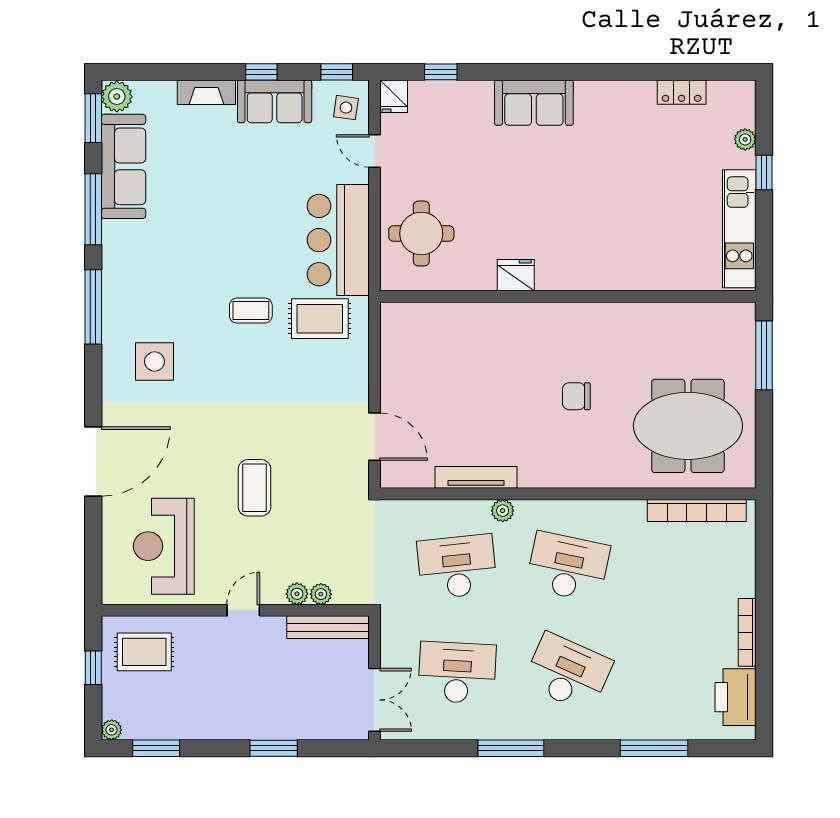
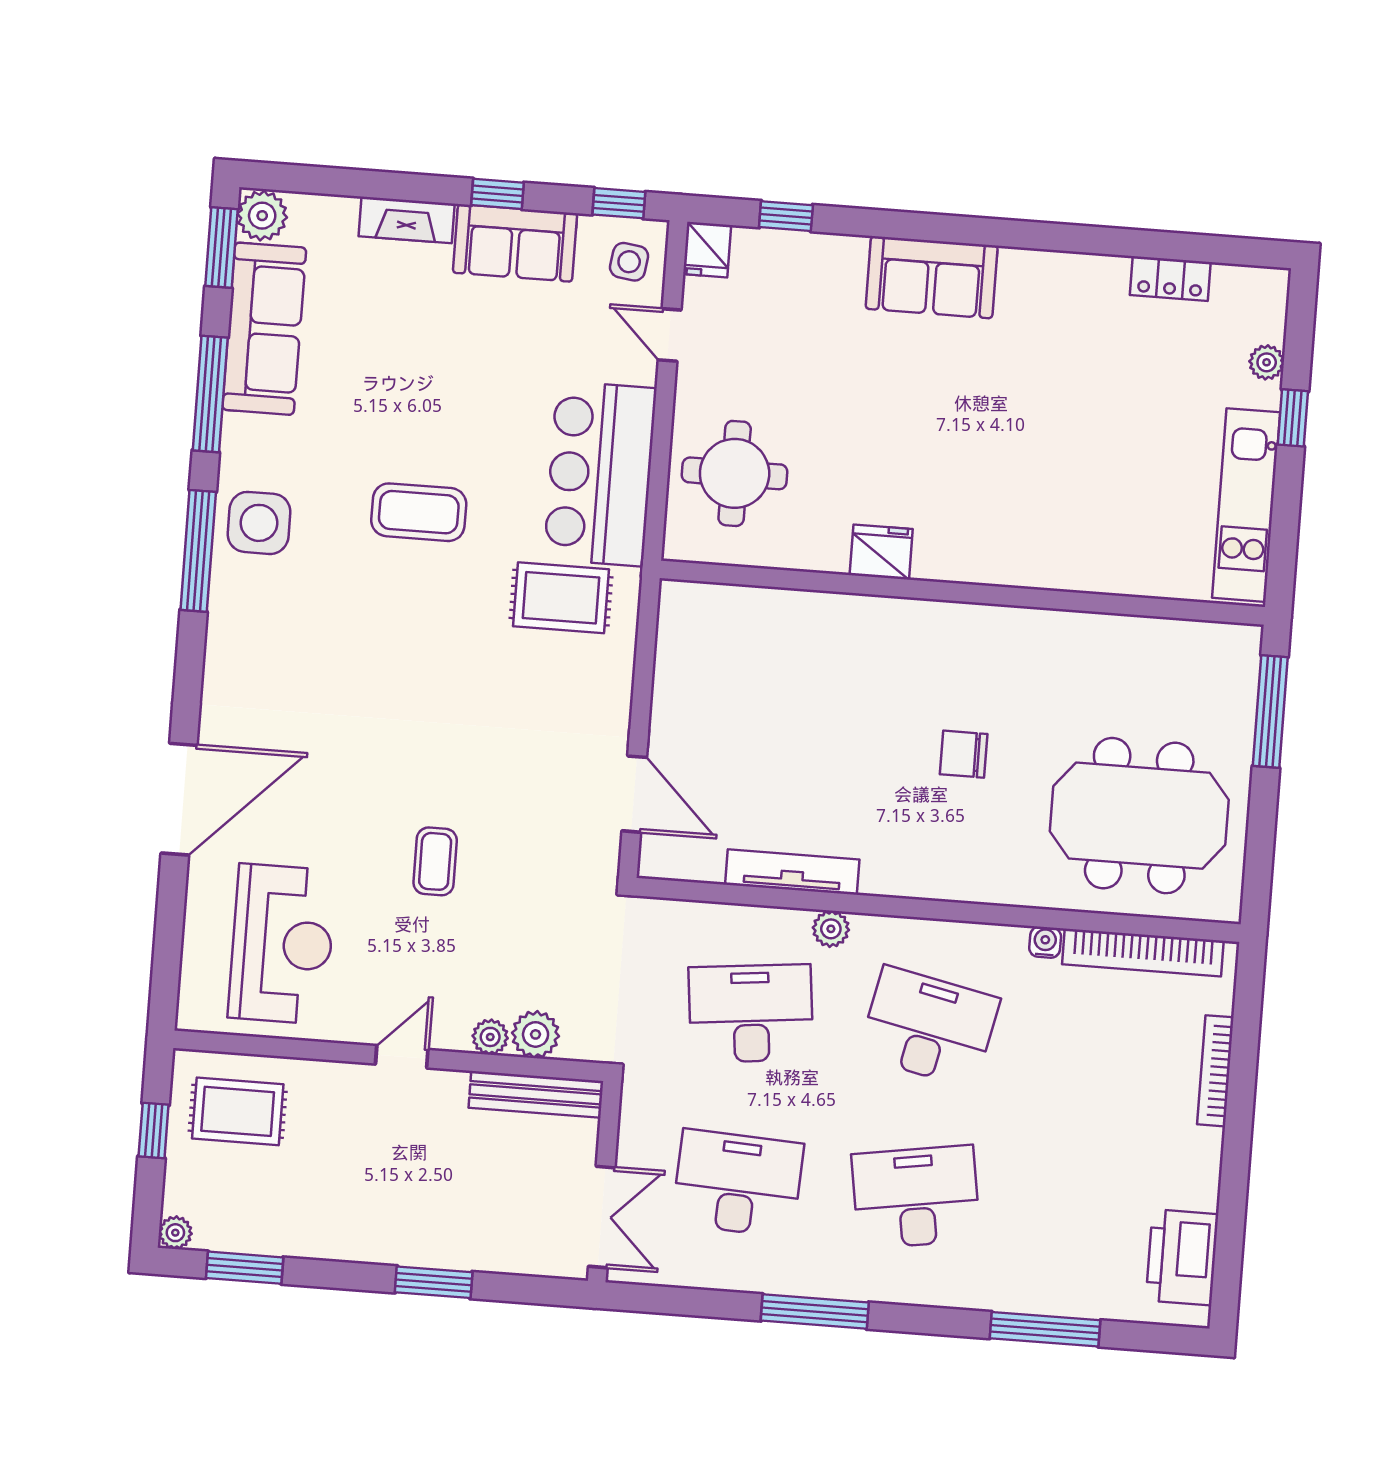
coffee table: (251, 311) -> (419, 512), moved, width x1.36, depth x1.30
side table: (155, 362) -> (259, 523), moved
coffee table: (255, 488) -> (435, 861), width x0.73, depth x0.77
water cooler: (636, 509) -> (1045, 942), added
reception desk: (164, 546) -> (282, 944), turned 180
plant: (321, 594) -> (536, 1034), width x1.38, depth x1.38
bookcase: (747, 632) -> (1215, 1071), moved
desk: (568, 673) -> (916, 1197), turned -33

